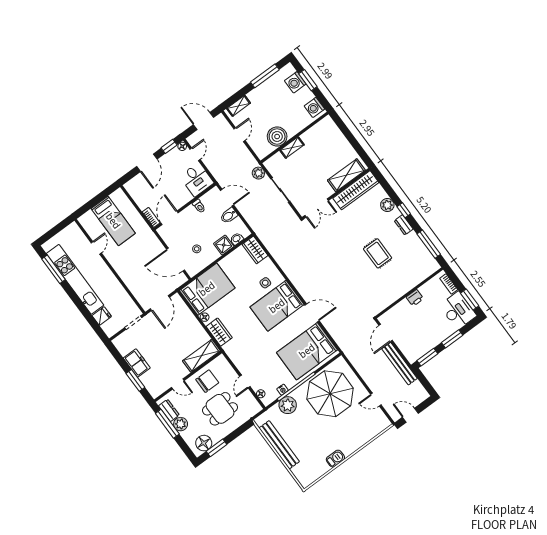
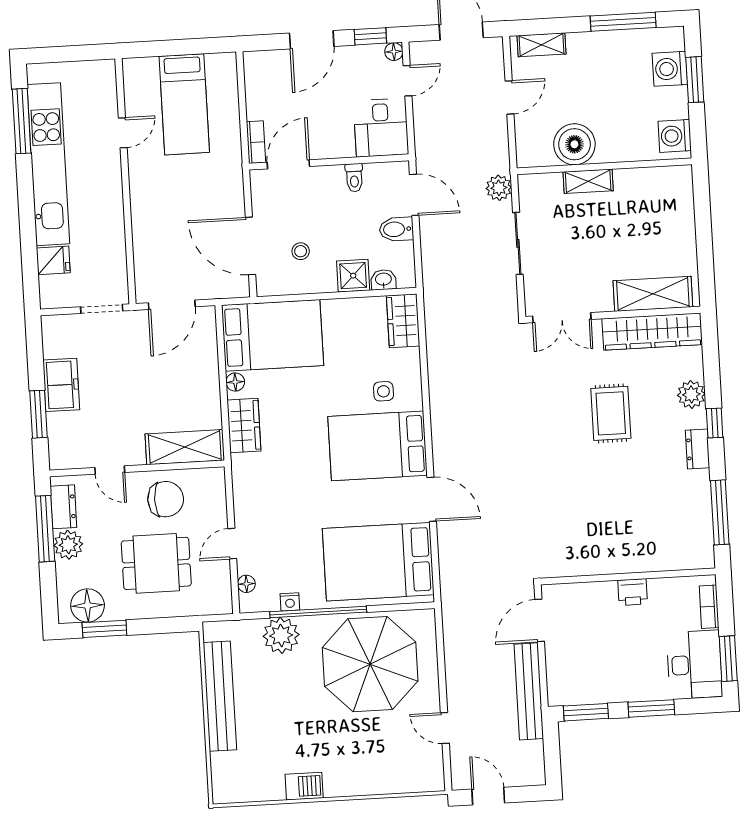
rug: (378, 253) -> (611, 413), moved

